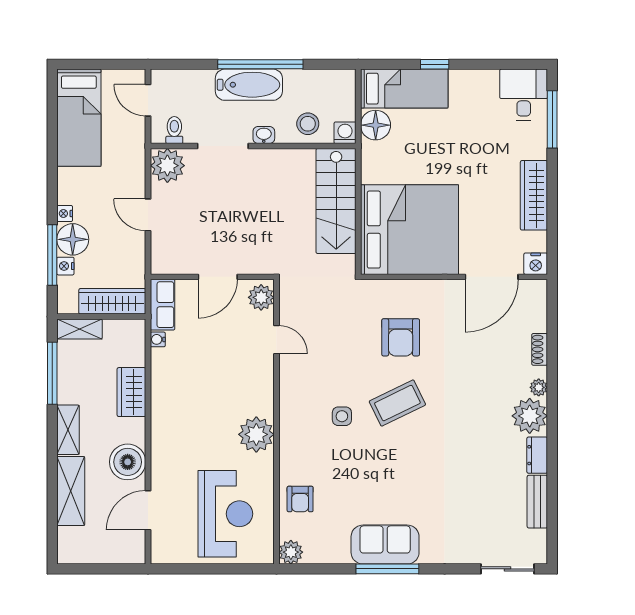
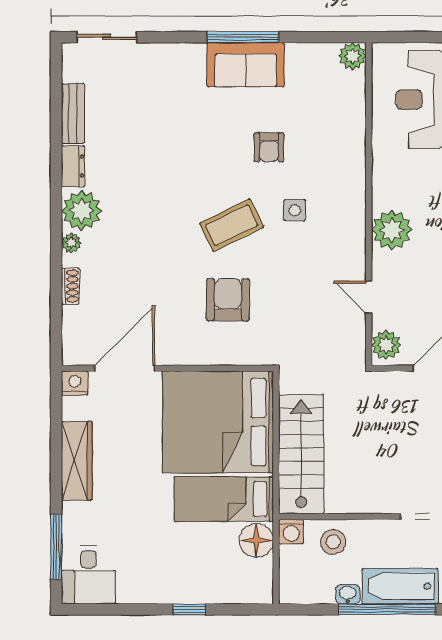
bed: (404, 89) -> (224, 499), moved
washbasin: (264, 135) -> (348, 594), moved, turned 180
plant: (256, 434) -> (392, 230), moved
armchair: (300, 499) -> (269, 147), moved, turned 180

